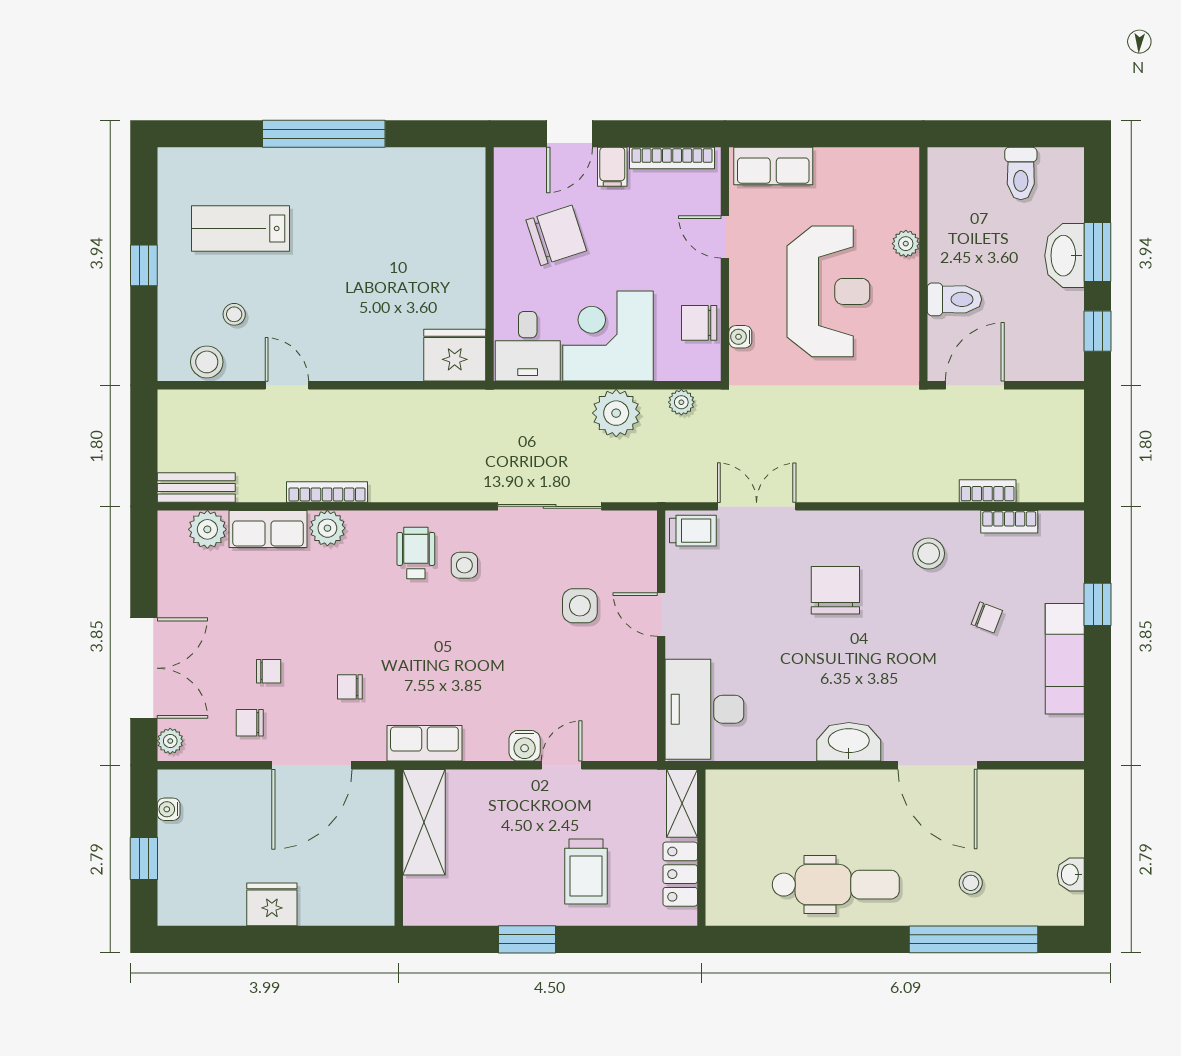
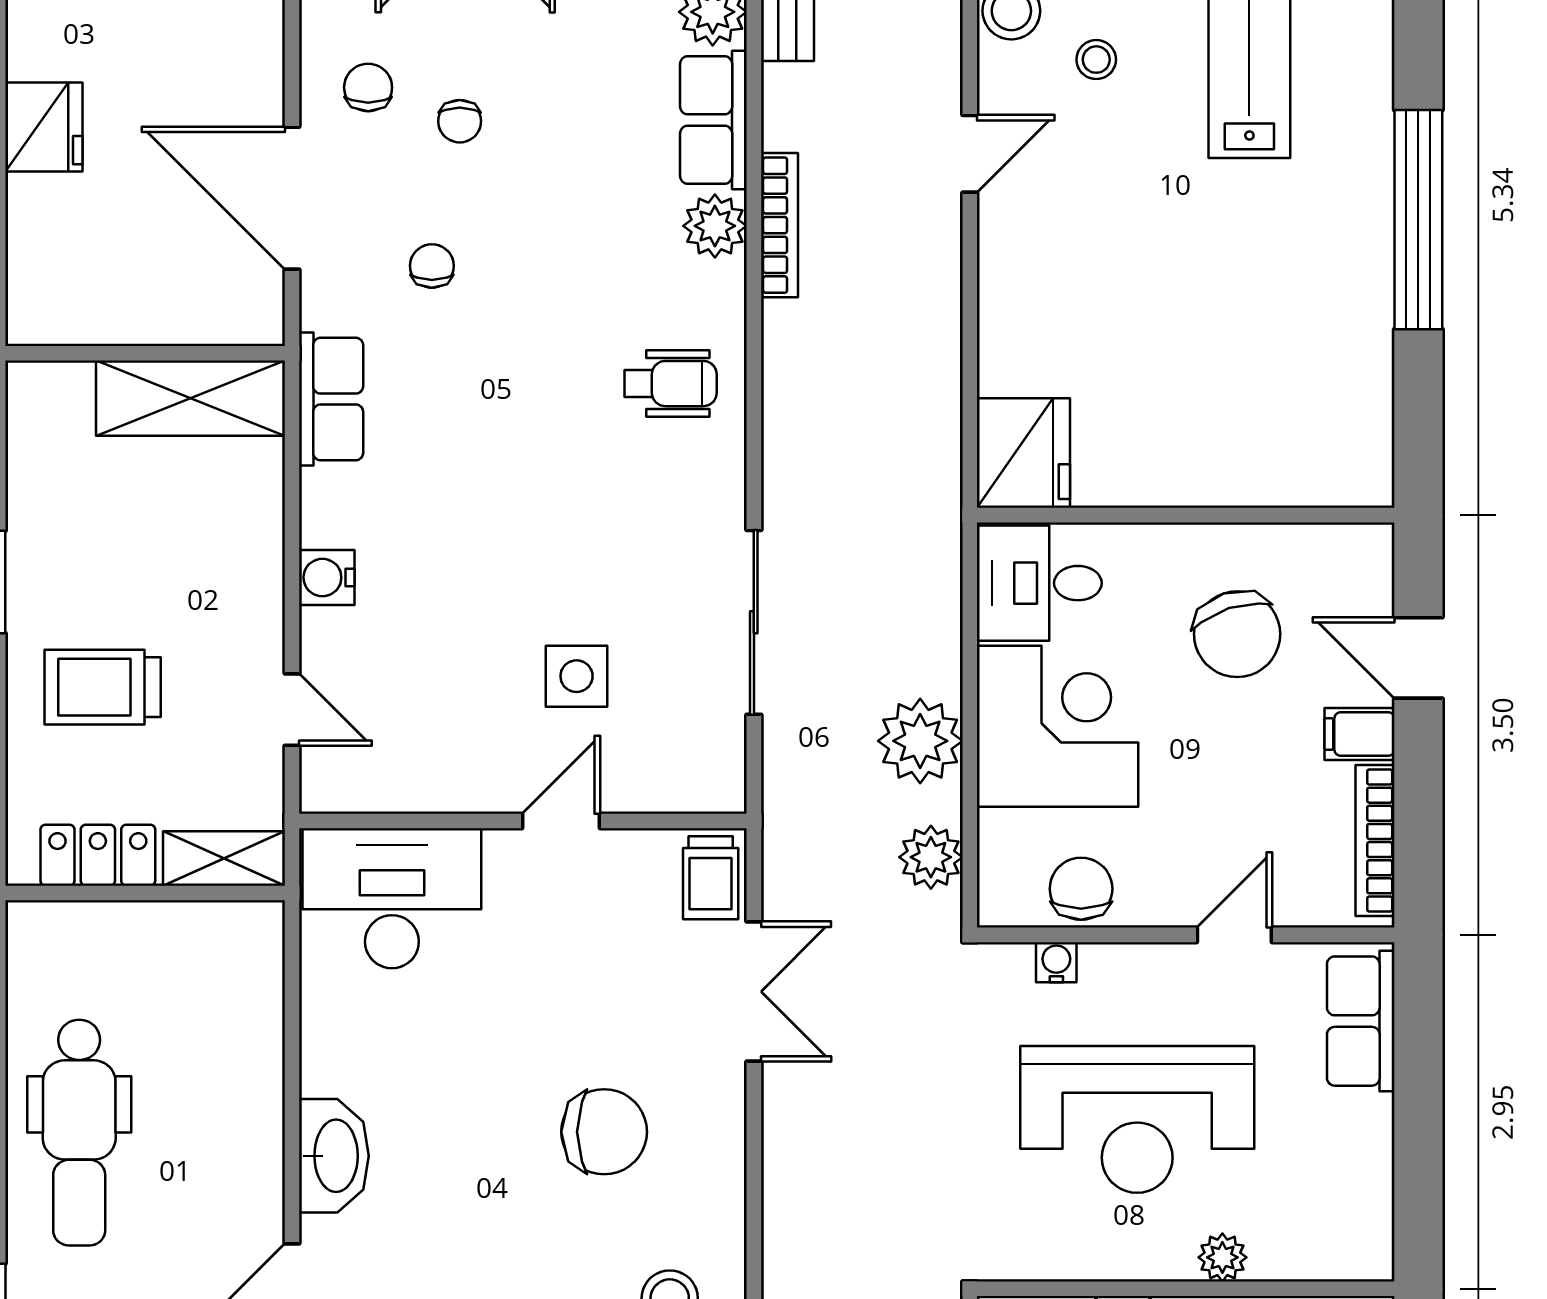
plant: (681, 402) -> (931, 857), width x1.38, depth x1.38
side table: (464, 565) -> (649, 470), removed
door: (562, 765) -> (292, 710), moved

